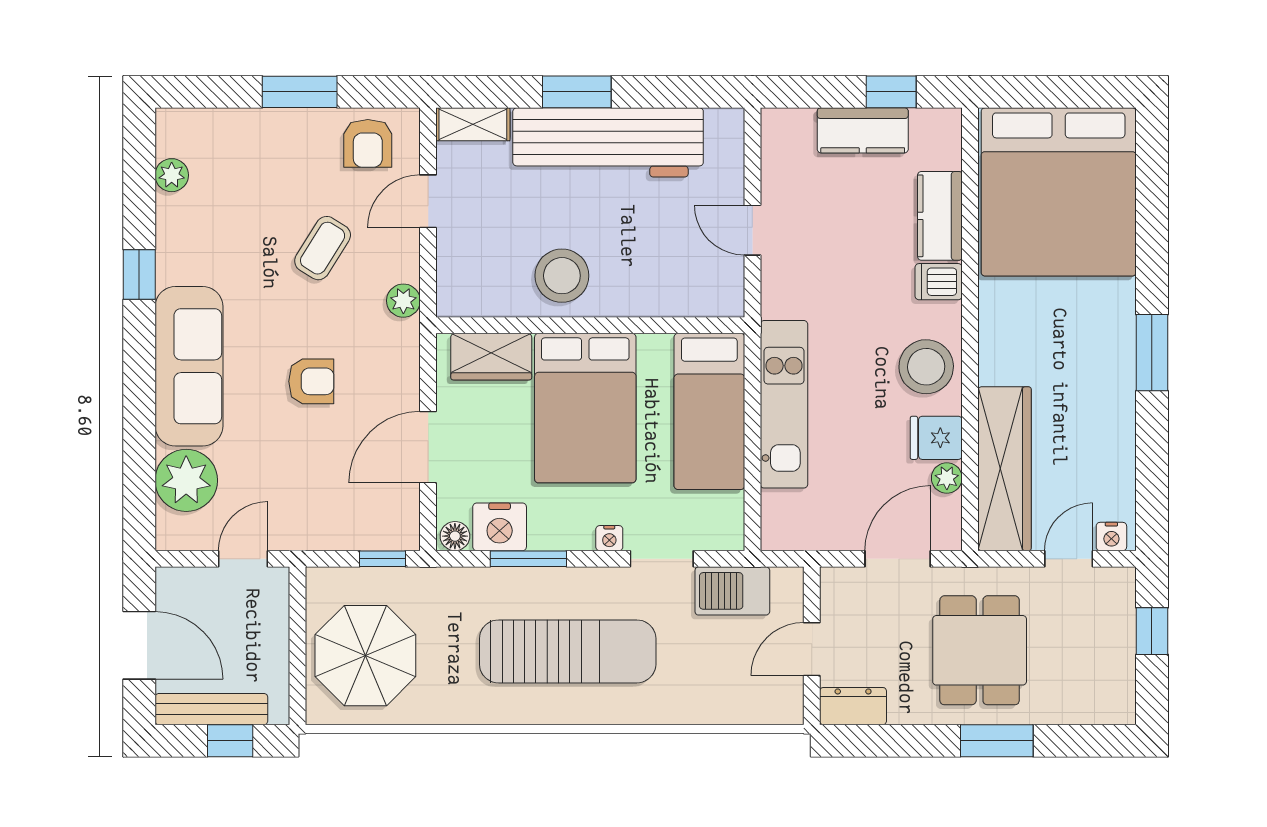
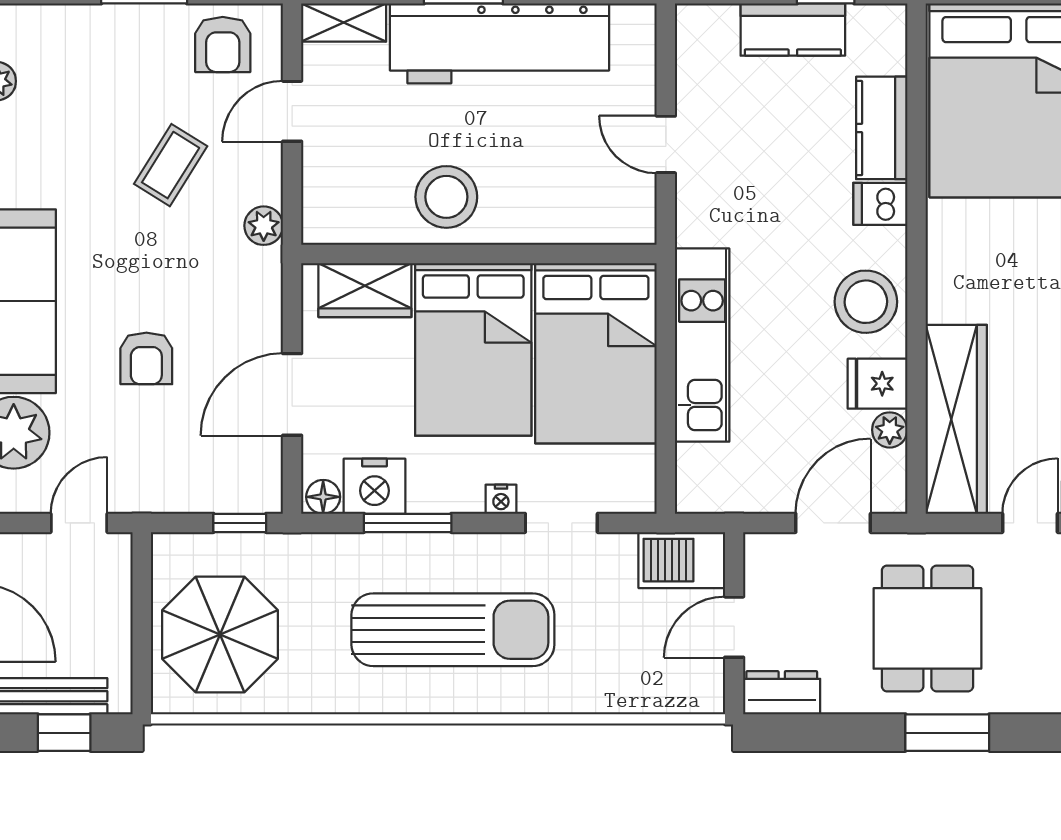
armchair: (311, 381) -> (146, 358), moved, turned 90
bed: (709, 411) -> (596, 353), width x1.50
barbecue: (732, 591) -> (681, 560), moved

